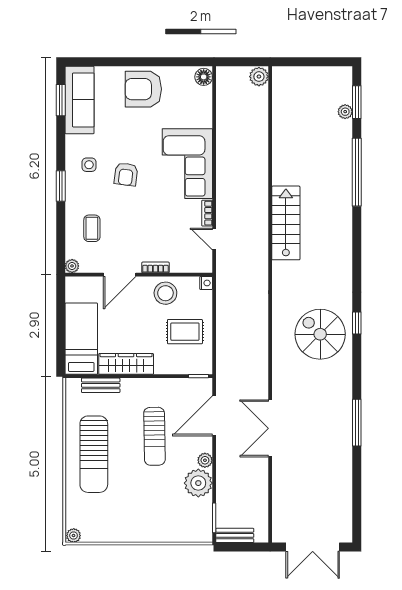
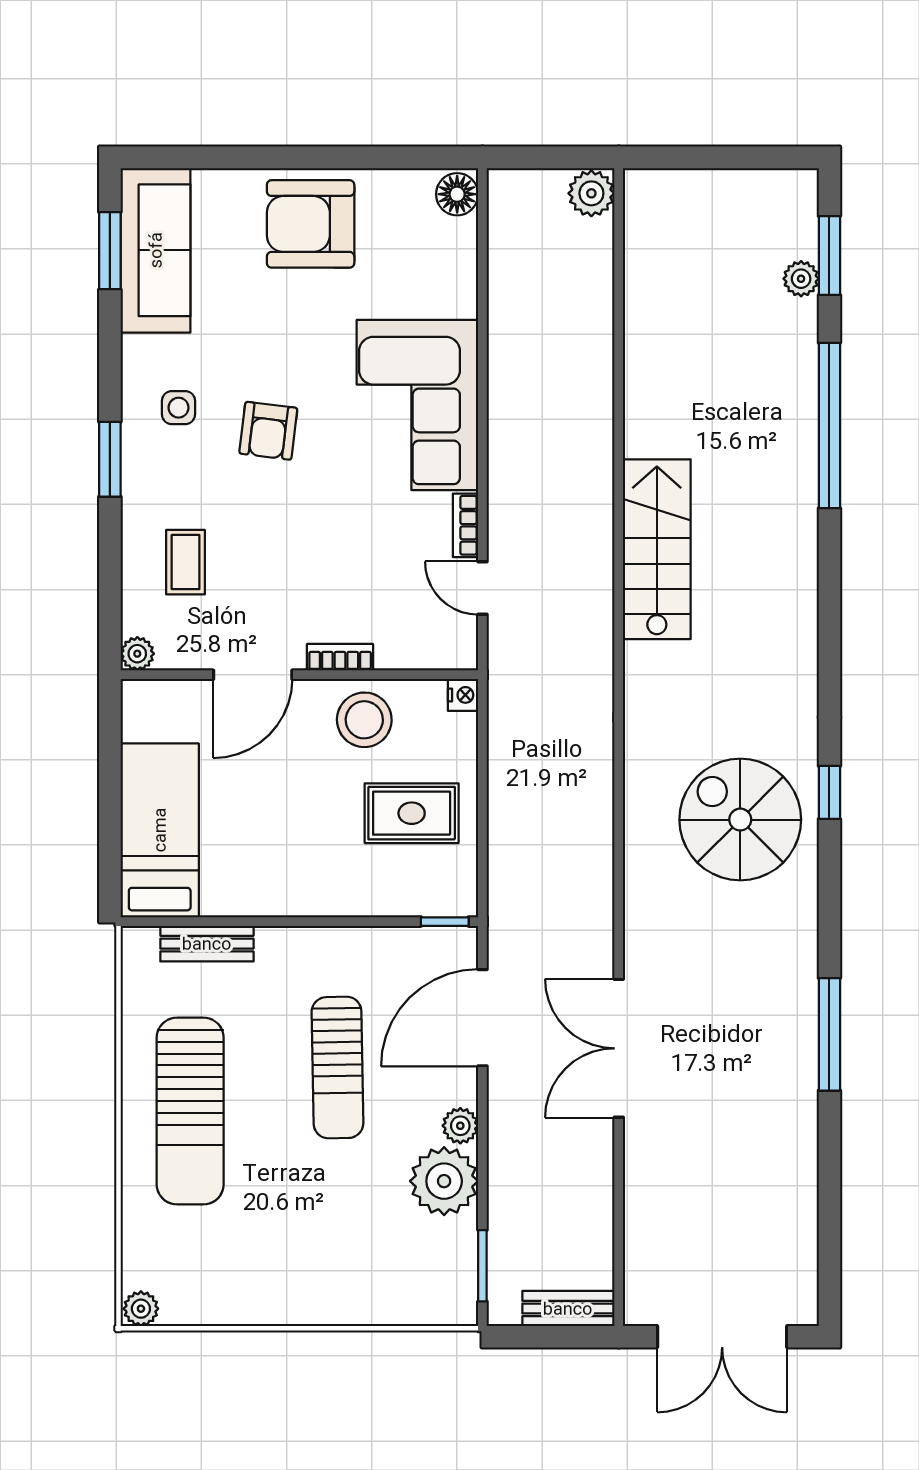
wardrobe: (126, 364) -> (269, 892), removed
bench: (235, 535) -> (568, 1309), moved

